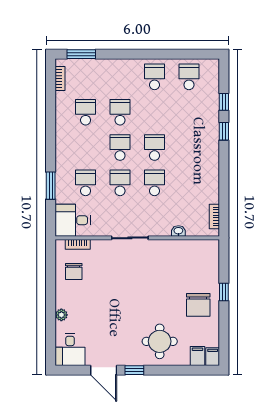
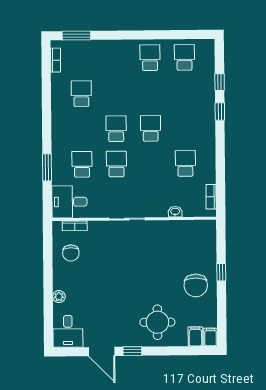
school desk: (120, 112) -> (116, 93), removed
school desk: (154, 183) -> (185, 163), moved

